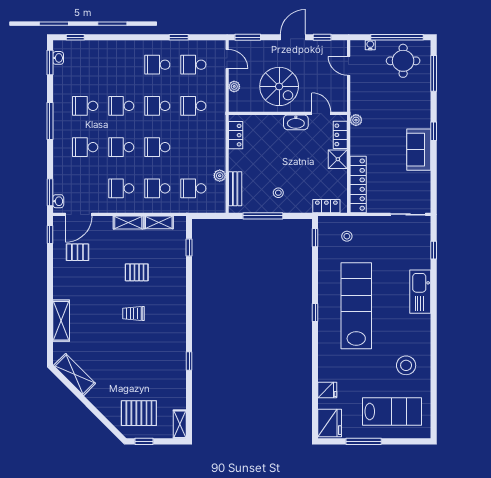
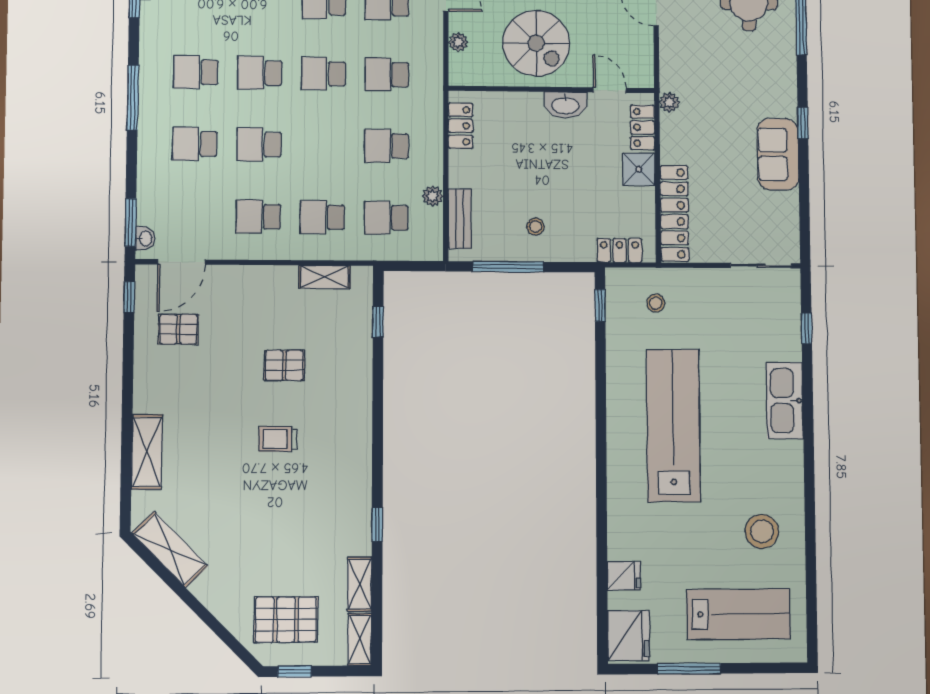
school desk: (157, 147) -> (386, 146), moved
shelving: (128, 223) -> (360, 584), moved, turned 90
window: (315, 312) -> (601, 437), removed

